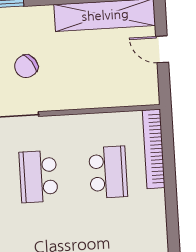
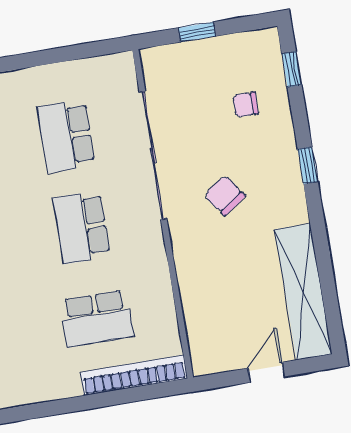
school desk: (38, 176) -> (81, 227), turned -90

